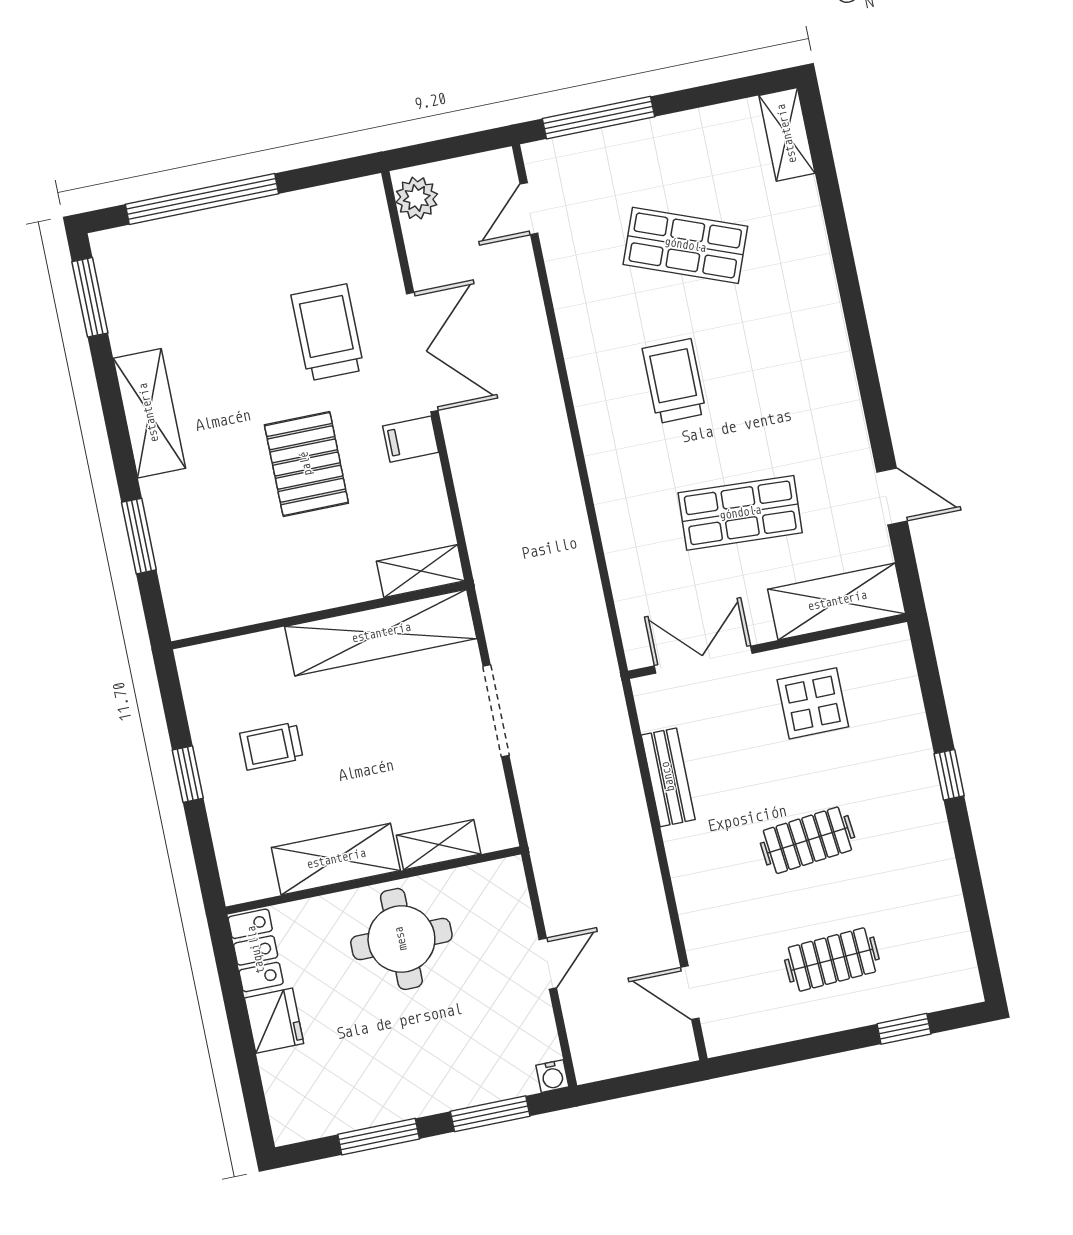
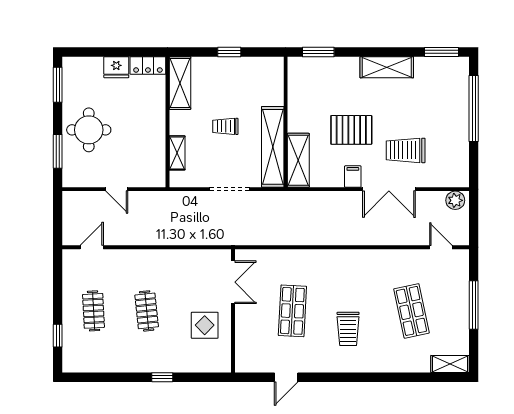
window: (599, 118) -> (474, 305), moved
shop shelf: (685, 245) -> (411, 311), turned -33
trolley: (328, 332) -> (406, 150), turned 180
trolley: (674, 381) -> (348, 329), moved, turned 90
window: (139, 536) -> (318, 52), moved
shelving: (421, 571) -> (298, 160), width x1.50, depth x1.33
shelving: (837, 601) -> (246, 344), removed
trolley: (271, 746) -> (225, 126), moved, turned -90
bench: (668, 777) -> (186, 257), removed
shelving: (336, 859) -> (180, 83), moved
round table: (401, 939) -> (89, 130), moved
water cooler: (552, 1076) -> (68, 181), removed
window: (379, 1137) -> (58, 85), moved

